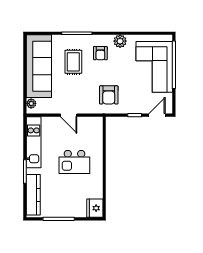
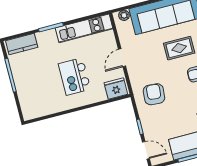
armchair: (109, 95) -> (154, 94), turned 95
kitchen counter: (33, 195) -> (22, 44), width x0.67
fridge: (95, 208) -> (116, 89), moved

